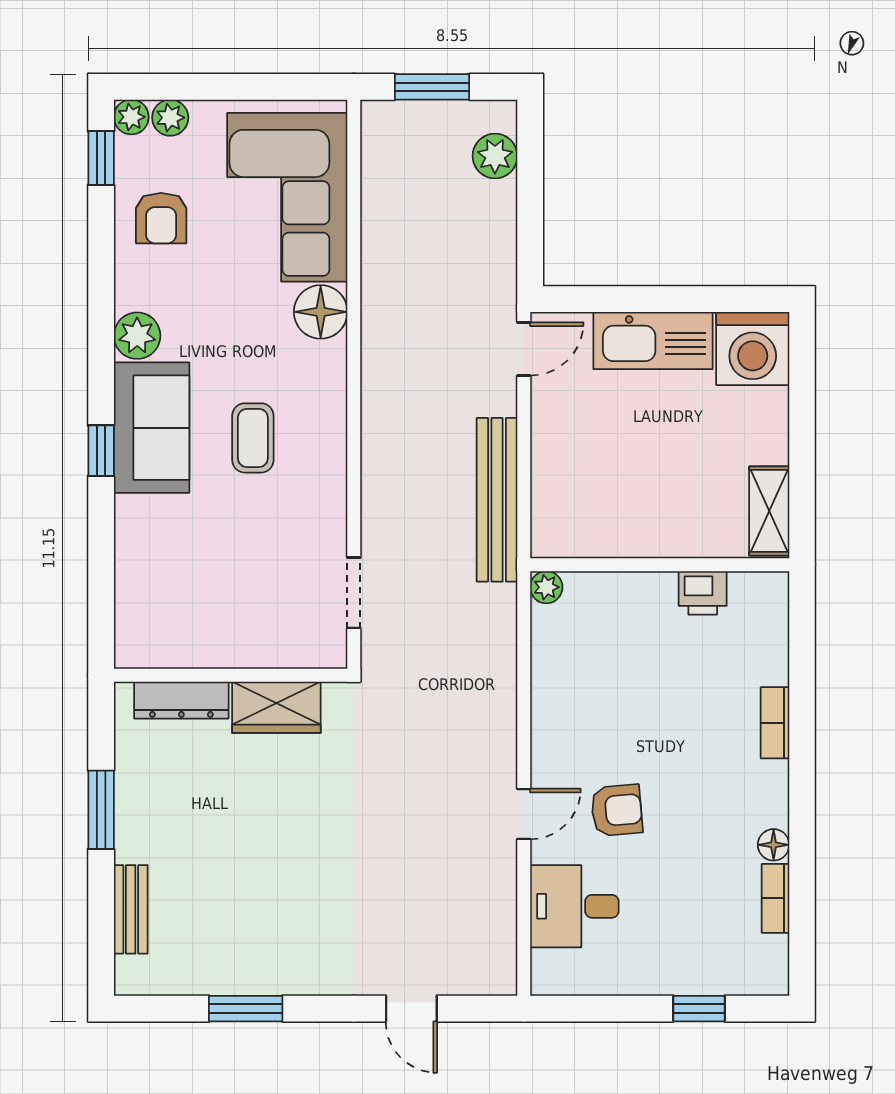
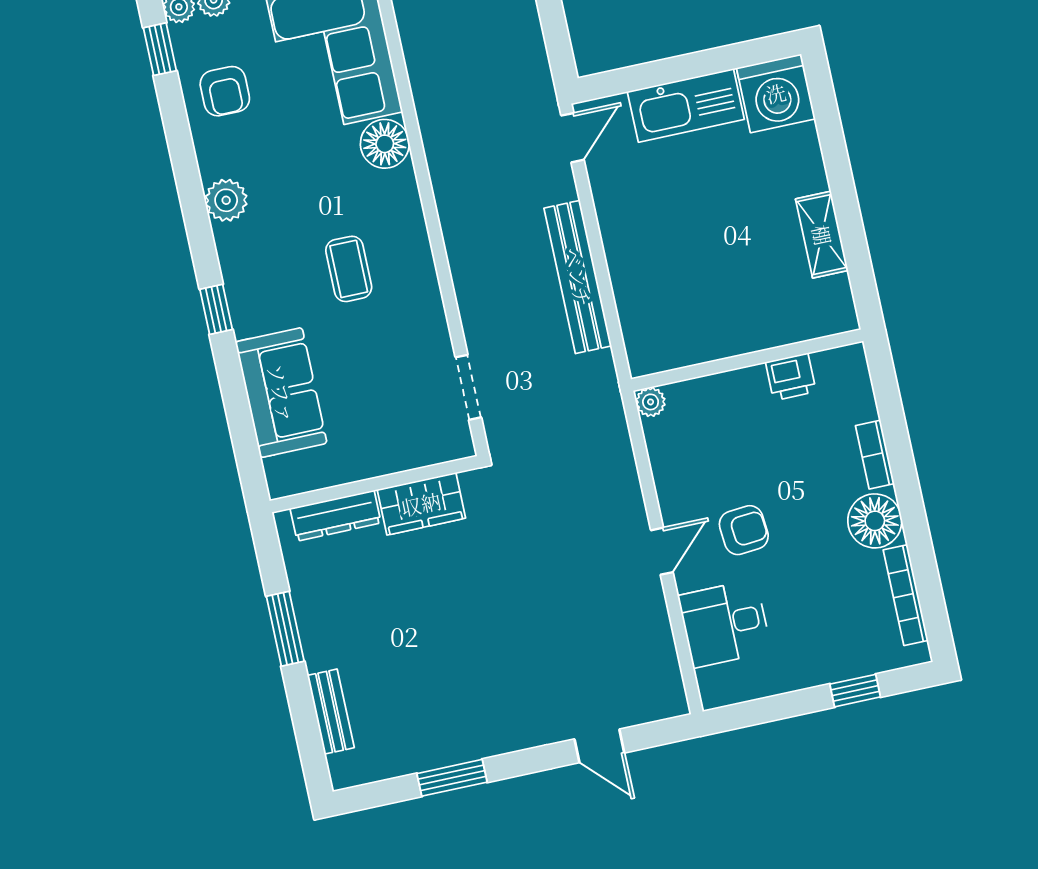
sofa: (152, 428) -> (281, 393), moved
wall: (660, 565) -> (747, 360), moved
plant: (546, 587) -> (651, 402), moved
printer: (703, 593) -> (791, 377), moved
bookcase: (775, 723) -> (875, 455), moved
floor lamp: (774, 845) -> (875, 521), width x1.89, depth x1.89
bookcase: (775, 898) -> (906, 595), width x1.56

